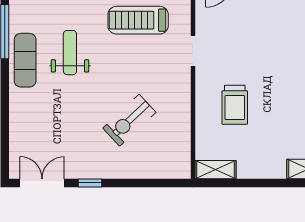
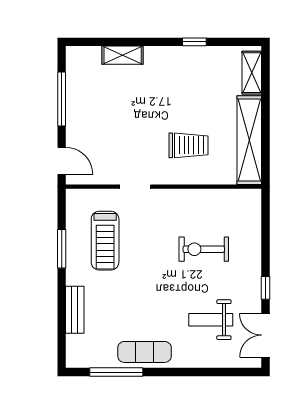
weight bench: (70, 53) -> (211, 320), moved
exercise bike: (129, 120) -> (204, 249), turned 133
shelving: (216, 170) -> (249, 140), width x2.20, depth x1.33

